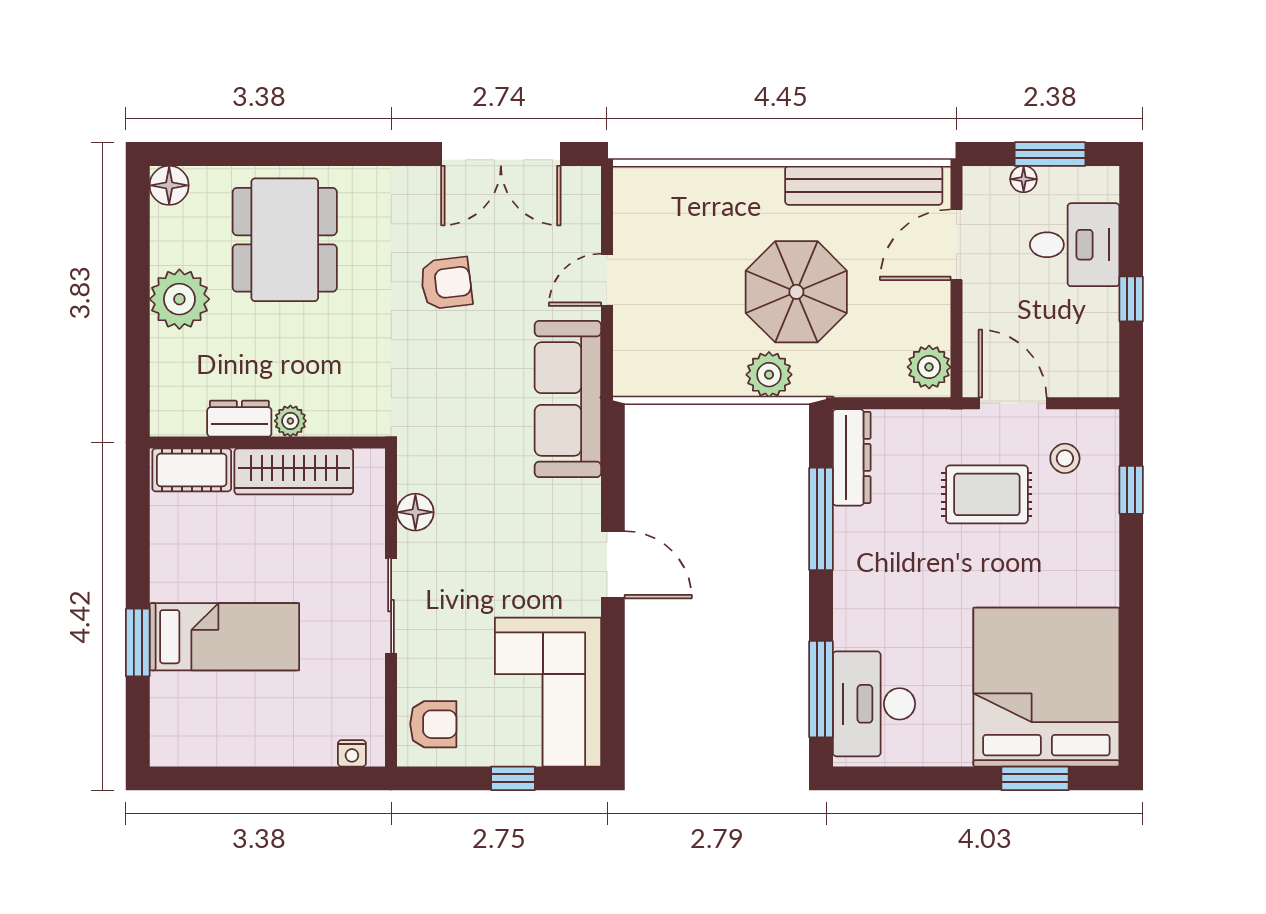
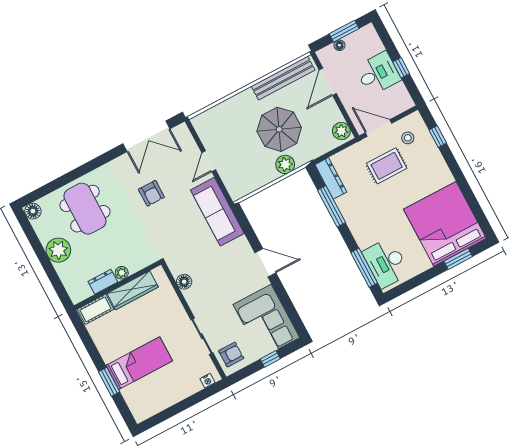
desk: (1075, 245) -> (378, 73), moved
armchair: (446, 283) -> (151, 193), turned 97
sliding door: (391, 606) -> (202, 336), moved

